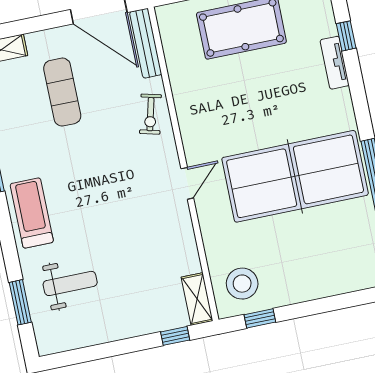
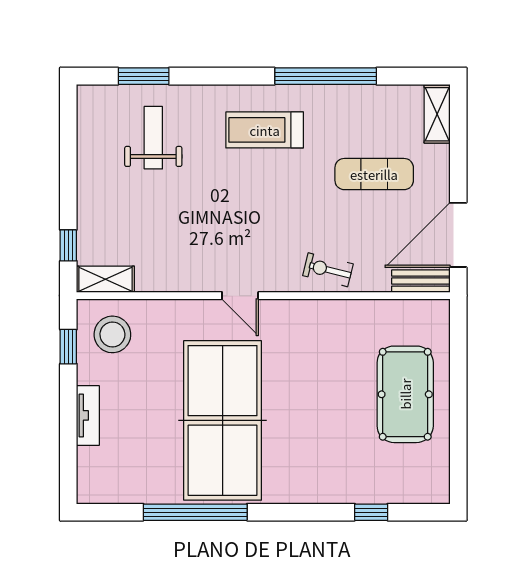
bench: (146, 43) -> (421, 281), width x0.73
tv unit: (335, 63) -> (88, 415), moved, turned 90
treadmill: (32, 213) -> (265, 130), moved, turned 180
weight bench: (70, 283) -> (153, 138), turned 180

